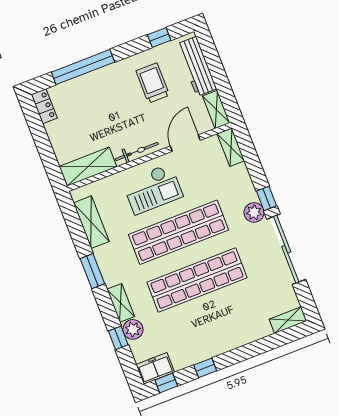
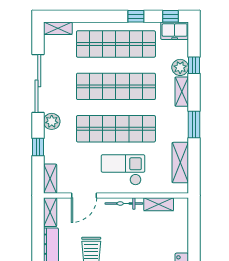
shelving: (88, 167) -> (159, 204), width x0.67, depth x0.75
window: (267, 198) -> (38, 147), moved
shop shelf: (216, 328) -> (116, 44), added

